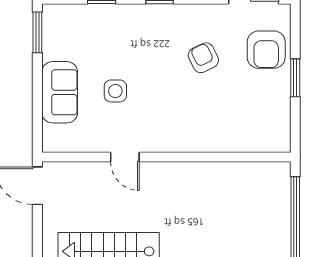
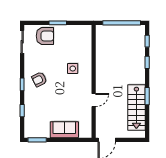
armchair: (203, 58) -> (39, 79), moved
side table: (115, 91) -> (73, 69), moved

